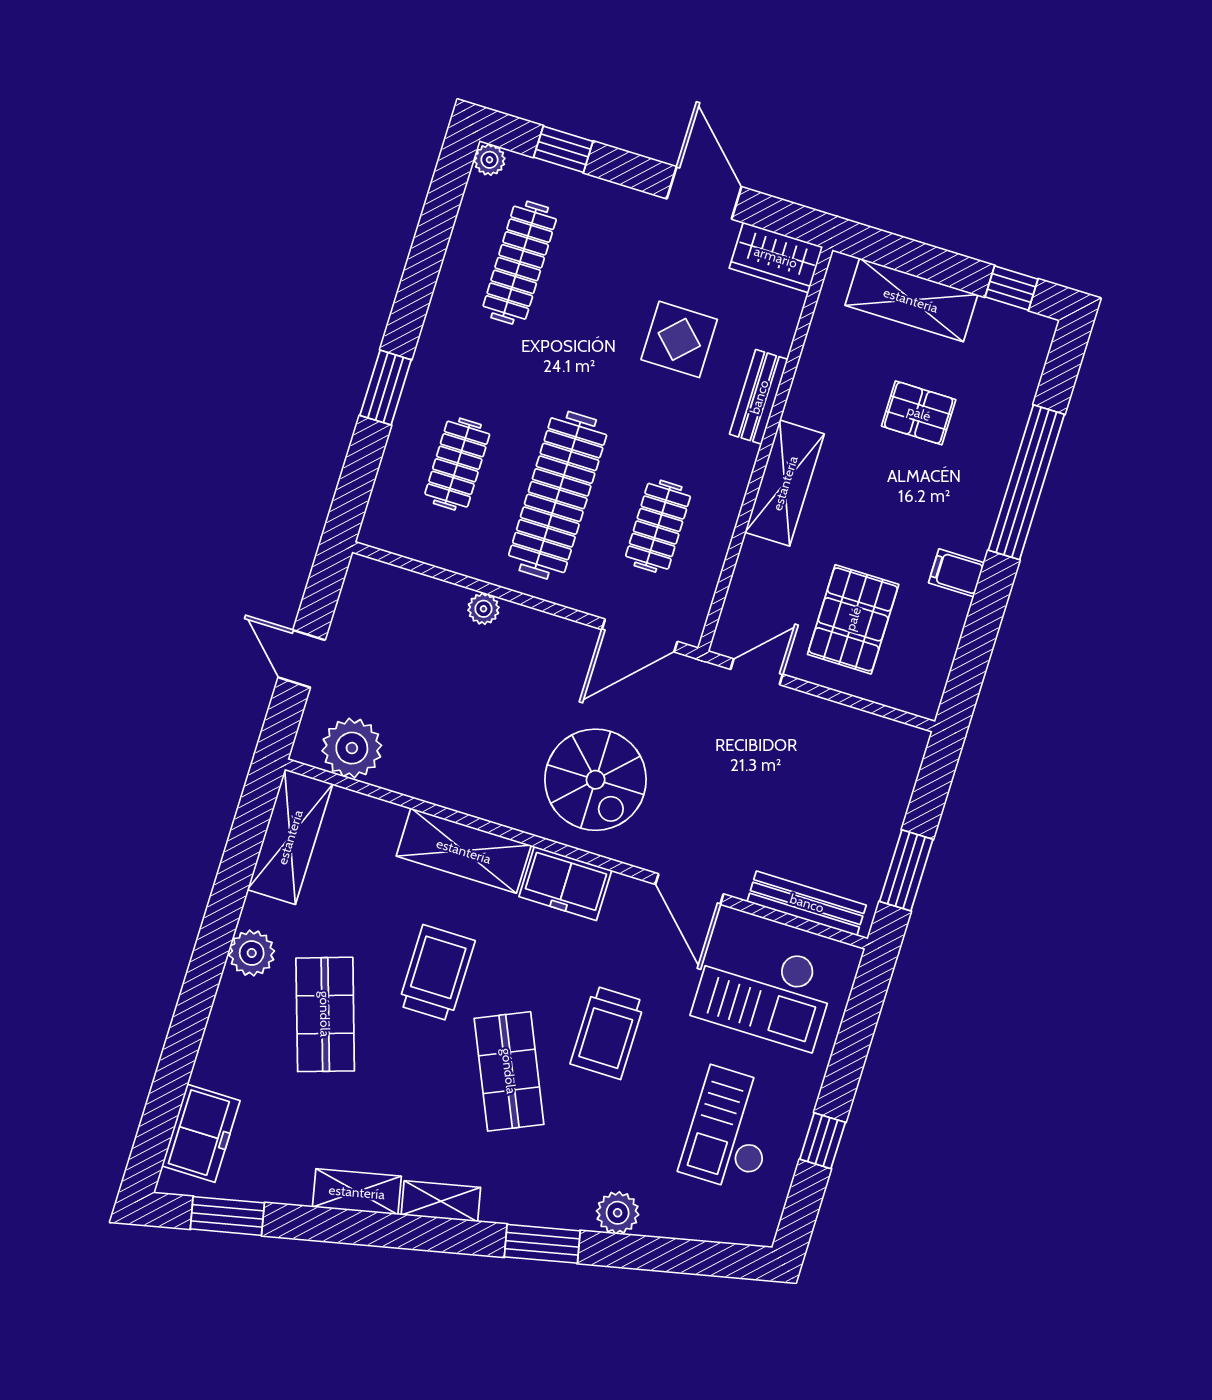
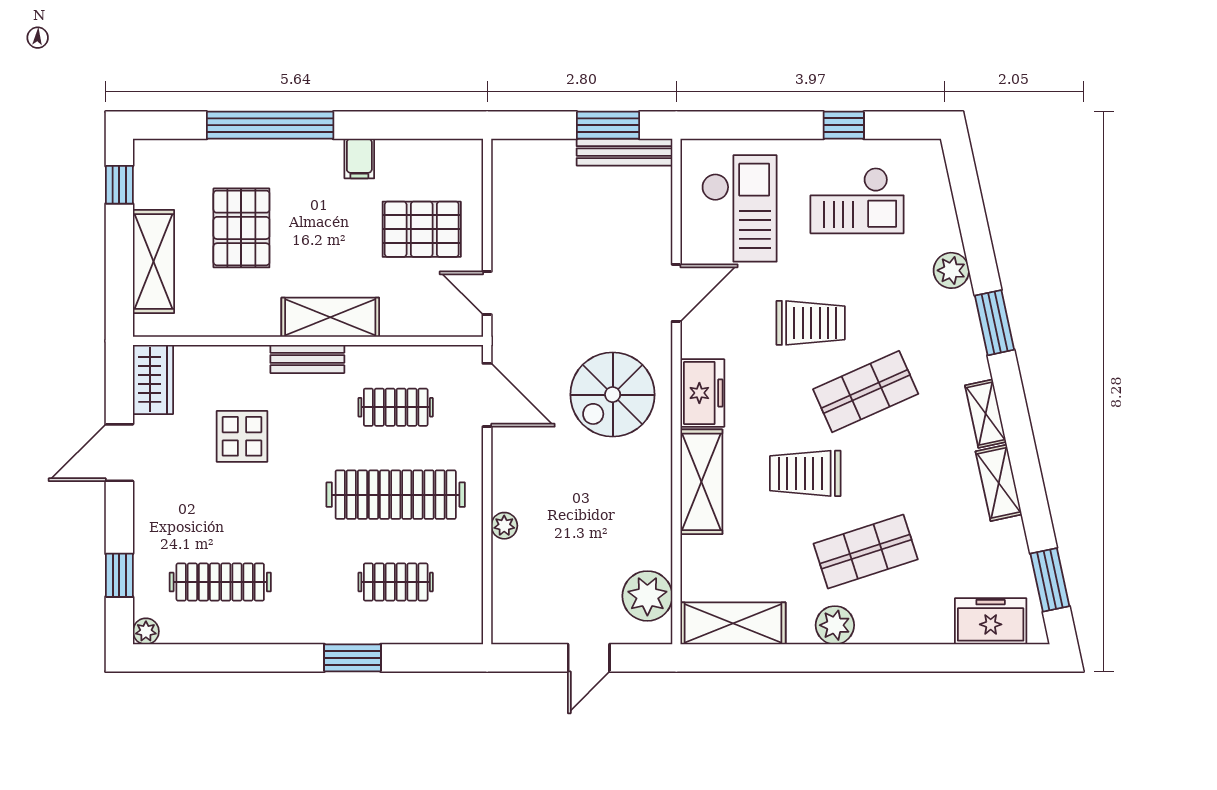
bench: (759, 397) -> (307, 359), moved
pallet: (919, 413) -> (241, 228), width x1.50, depth x1.42
spiral stairs: (596, 780) -> (613, 395), turned 180
bench: (807, 903) -> (624, 152), moved, turned 90

